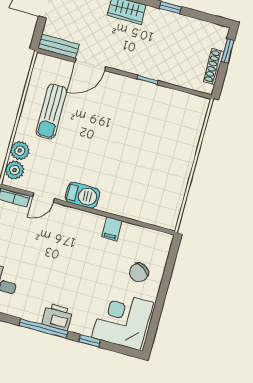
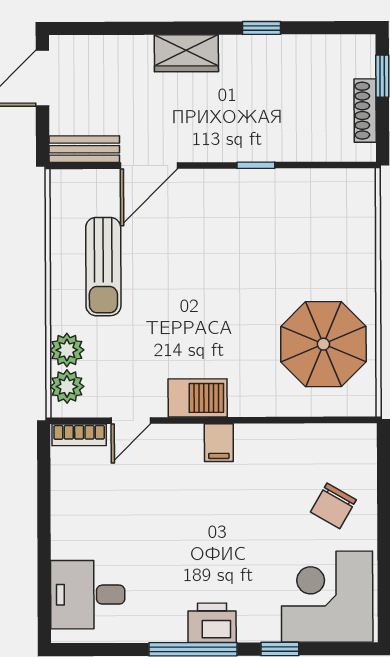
parasol: (157, 185) -> (323, 344), added
filing cabinet: (112, 229) -> (219, 443), moved

